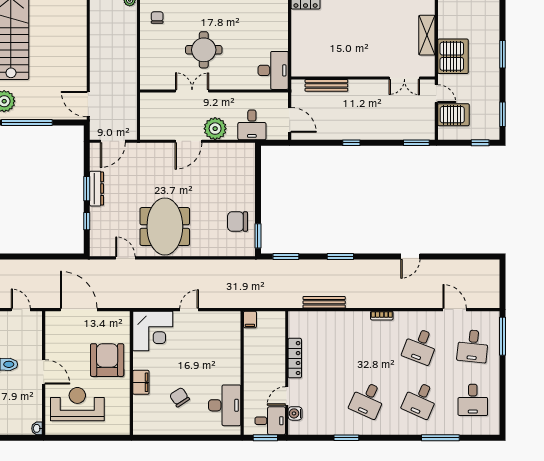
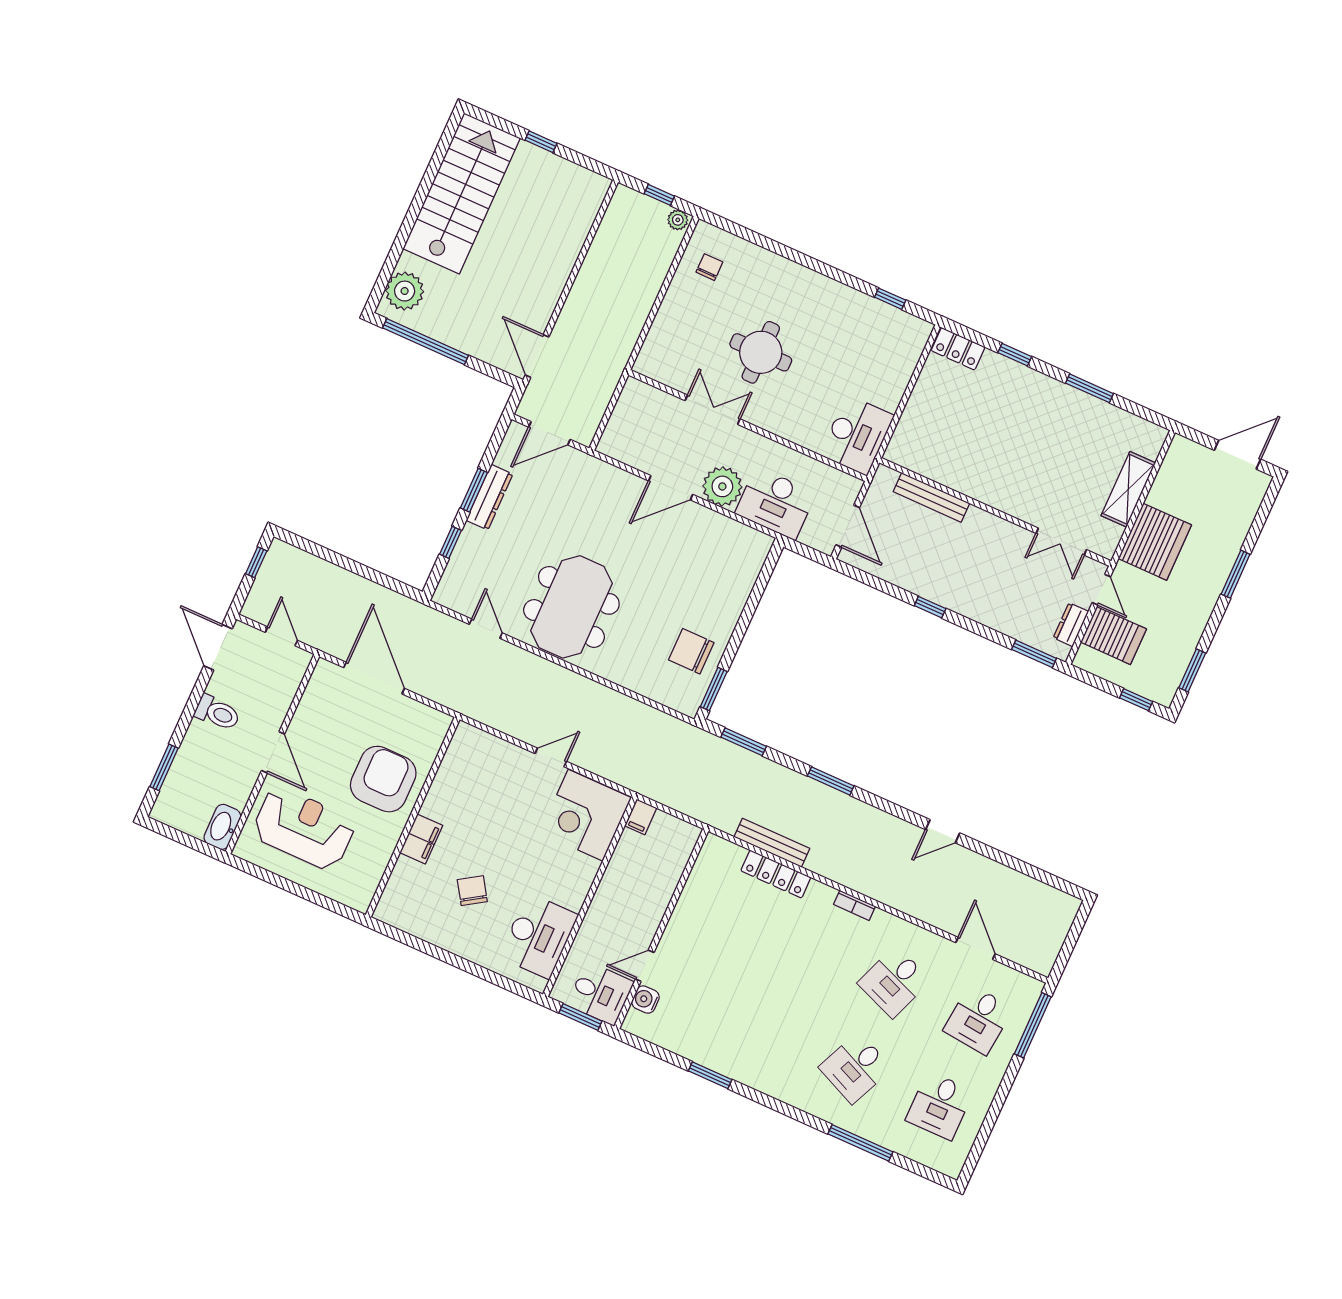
dresser: (429, 119) -> (1071, 625), added
desk: (252, 125) -> (776, 503), width x1.37
corner desk: (153, 331) -> (586, 815), moved, turned 90
locker: (295, 358) -> (776, 874), moved, turned 90
desk: (368, 400) -> (771, 1030), removed
washbasin: (37, 428) -> (222, 827), width x1.91, depth x1.45

